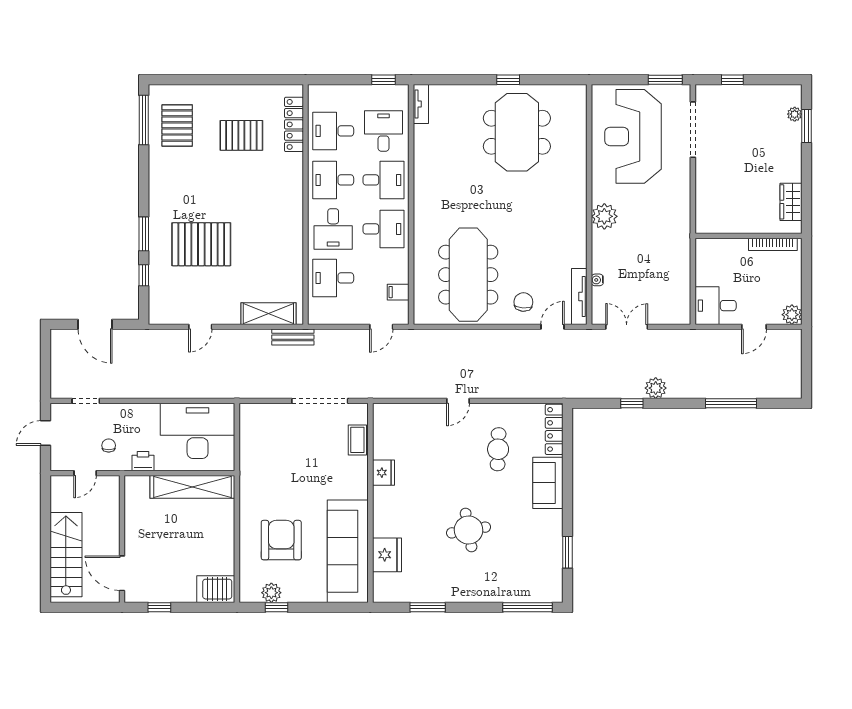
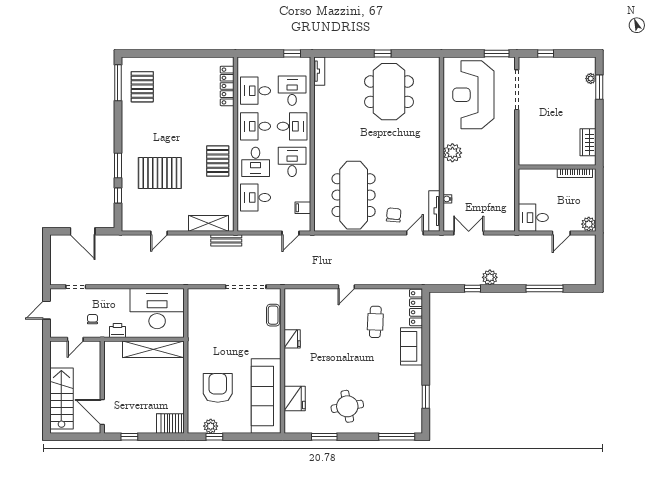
pallet: (241, 135) -> (218, 161), moved, turned 90
desk: (384, 229) -> (292, 162), turned -90
round table: (469, 530) -> (347, 406), moved

